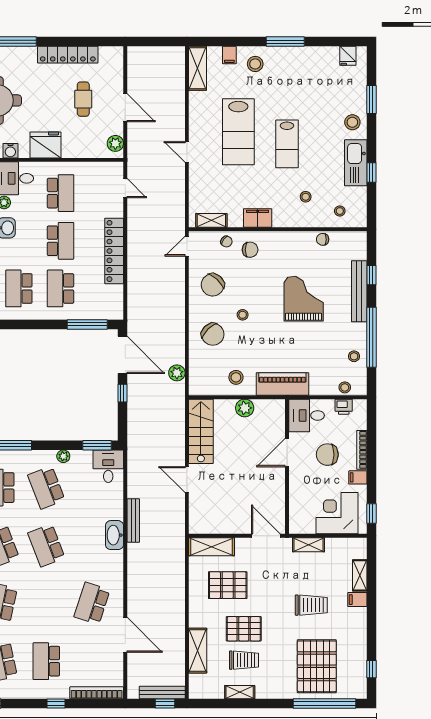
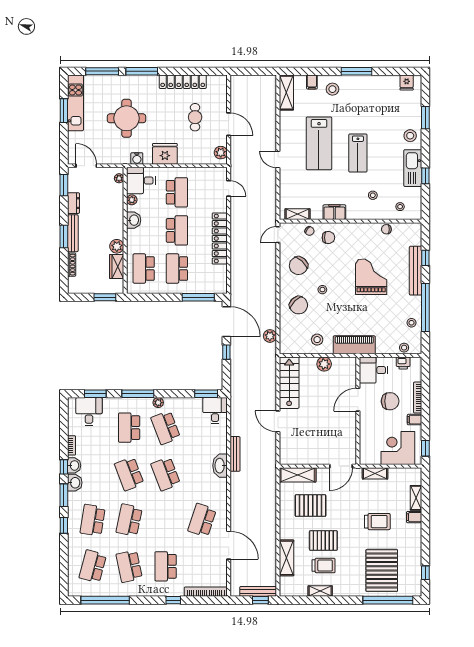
chair: (327, 455) -> (390, 401), turned 180
plant: (63, 456) -> (158, 403), moved
door: (266, 536) -> (341, 466), swing flipped

